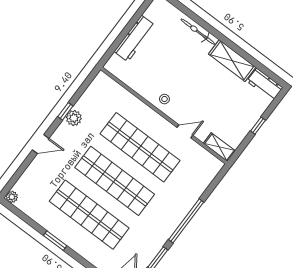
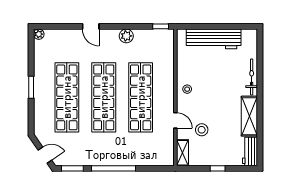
workbench: (135, 38) -> (214, 39), width x1.36, depth x1.32
window: (65, 111) -> (161, 26), moved
stool: (212, 114) -> (202, 130), added

